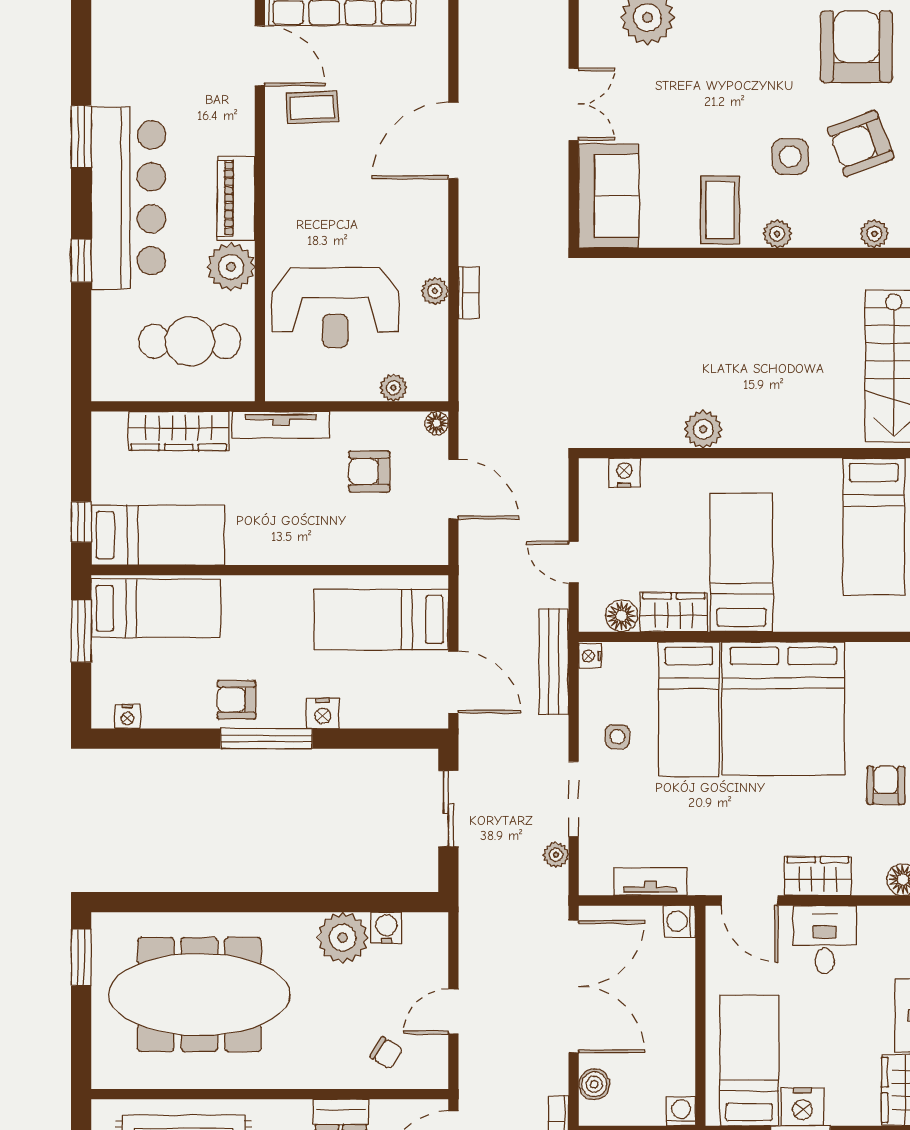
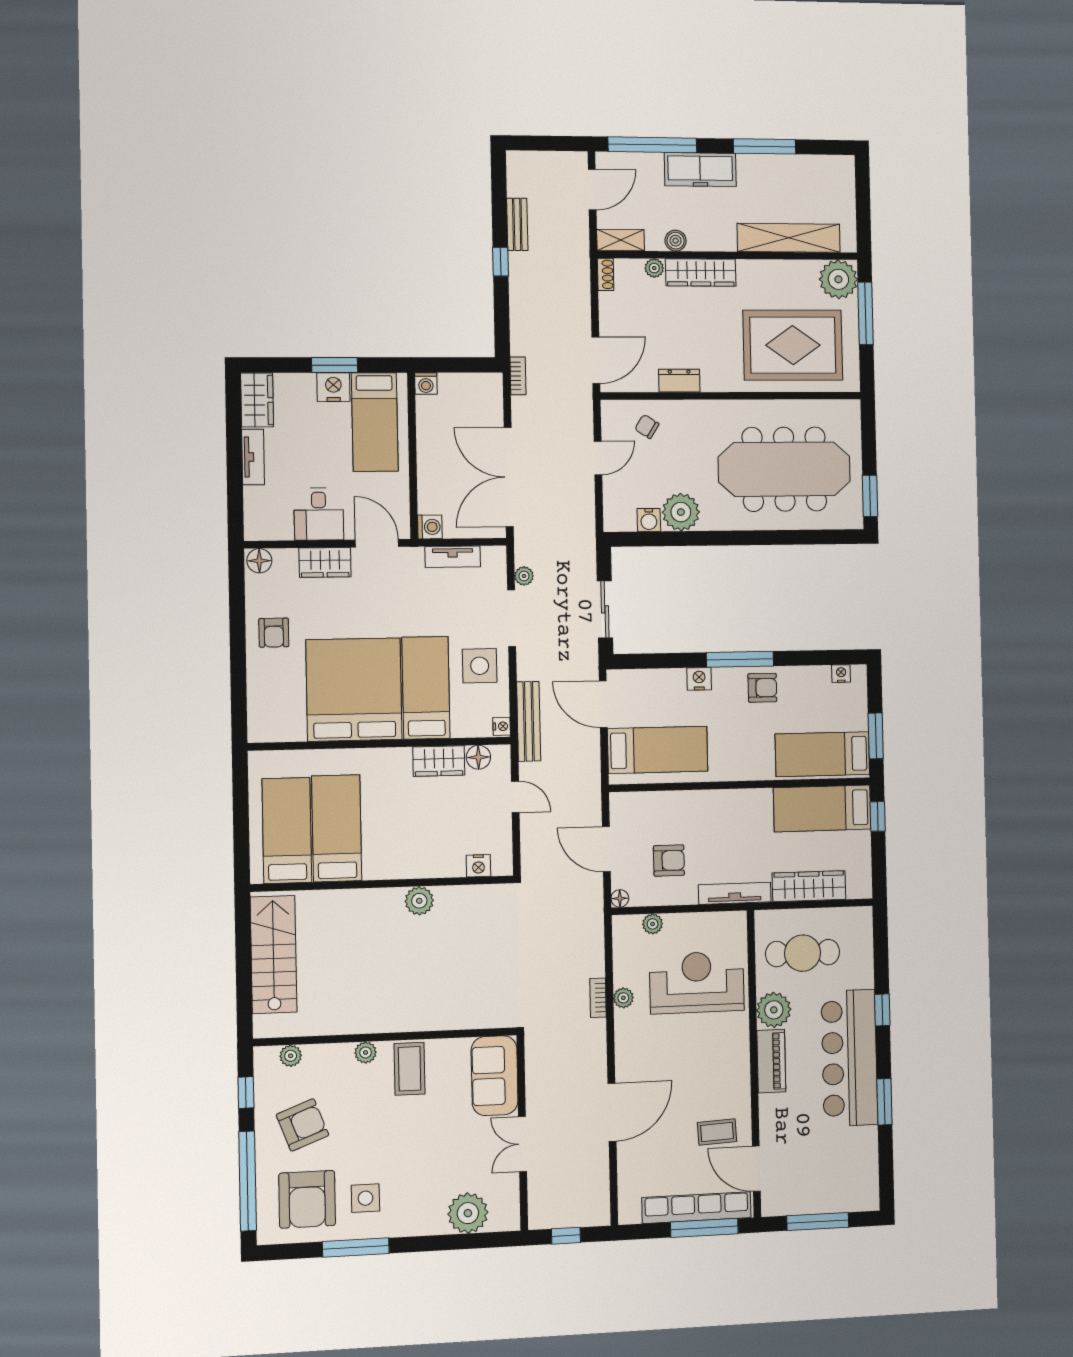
side table: (790, 156) -> (365, 1198), moved
bed: (741, 562) -> (337, 828), moved, turned 180
side table: (617, 737) -> (480, 666), width x1.87, depth x1.87
boiler: (594, 1084) -> (492, 404), removed

